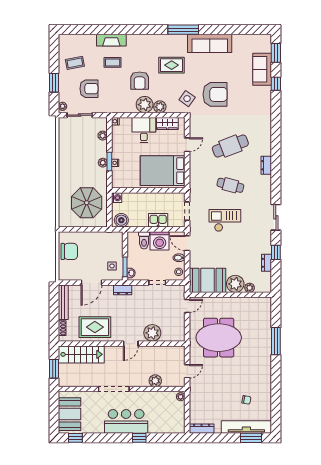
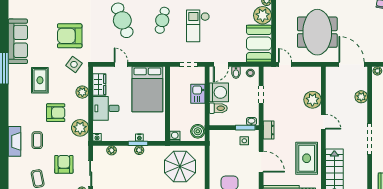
armchair: (215, 94) -> (70, 36), turned -90
plant: (145, 105) -> (80, 128), moved
door: (187, 371) -> (352, 64), width x1.88

